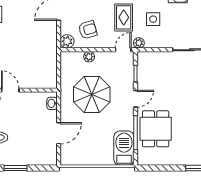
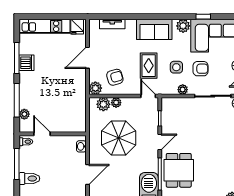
armchair: (179, 21) -> (201, 69), added
plant: (139, 43) -> (183, 90), moved
door: (123, 50) -> (148, 96), hinge flipped
plant: (75, 59) -> (103, 104), added

